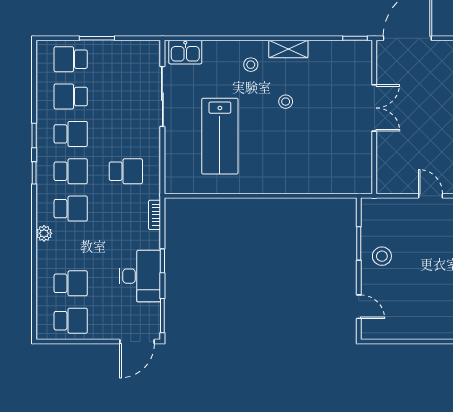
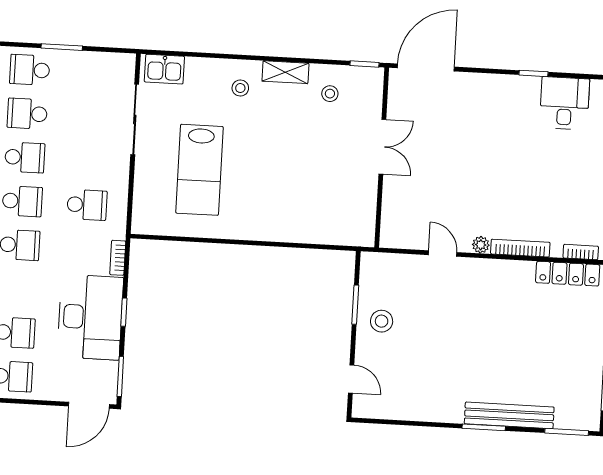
stool: (286, 102) -> (330, 94), moved
desk: (140, 276) -> (90, 317), width x1.36, depth x1.30

